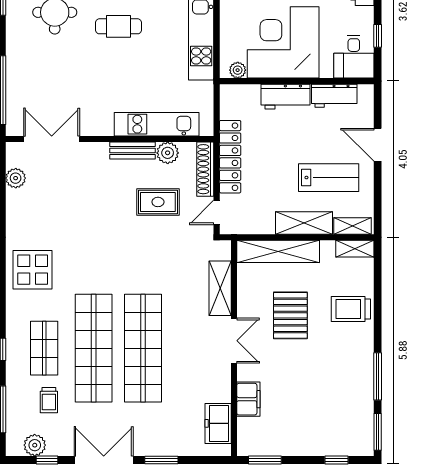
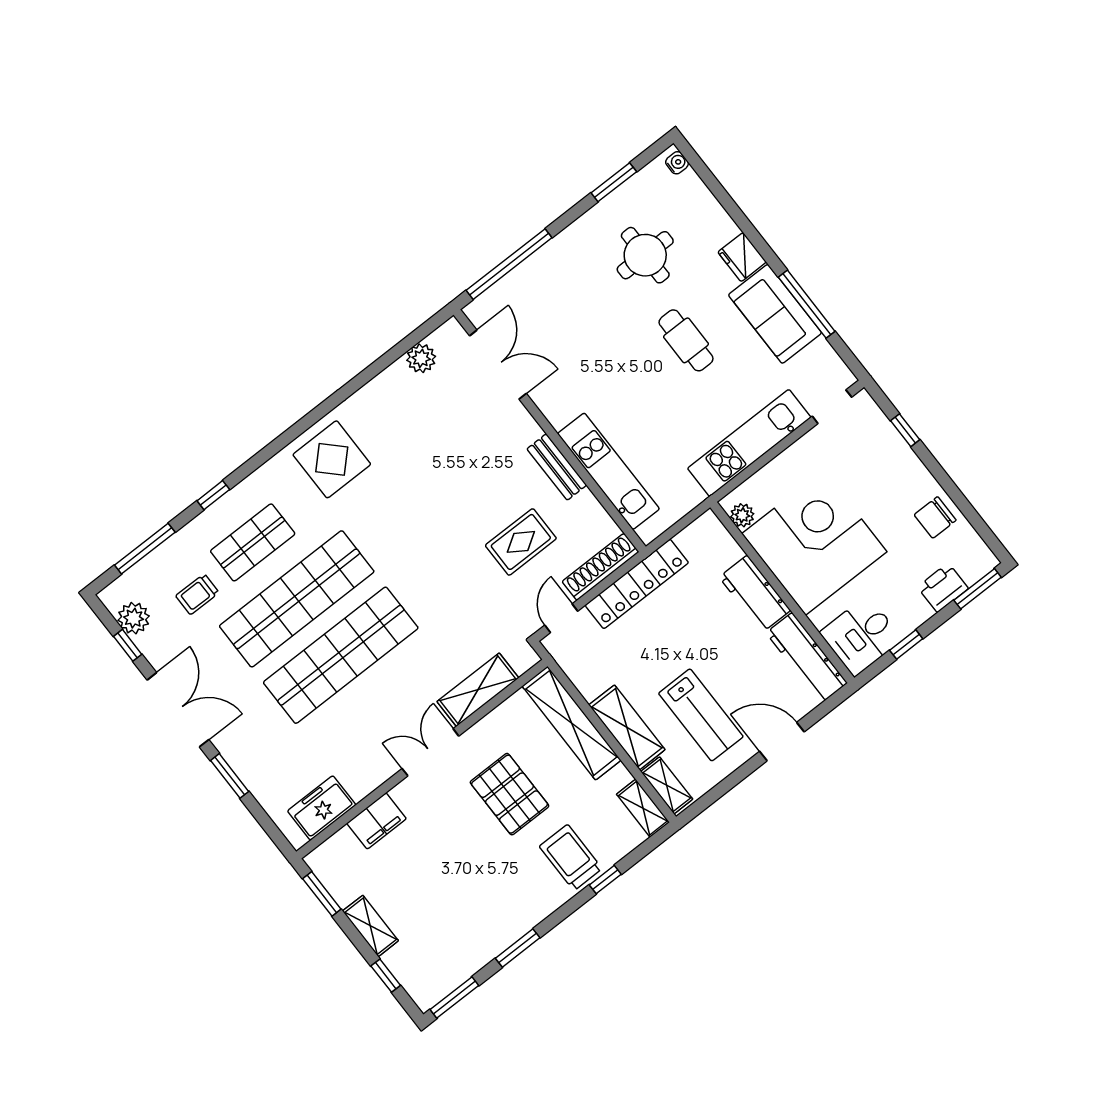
workbench: (334, 96) -> (807, 658), width x1.38
door: (378, 145) -> (782, 742), hinge flipped
plant: (168, 153) -> (585, 509), removed
rug: (158, 202) -> (521, 542), turned 90
door: (217, 212) -> (561, 618), hinge flipped
window: (378, 300) -> (605, 880), added
pallet: (290, 315) -> (509, 794), turned 90
double door: (234, 341) -> (430, 752), swing flipped
window: (378, 376) -> (518, 948), width x0.69
shelving: (303, 447) -> (370, 926), added

